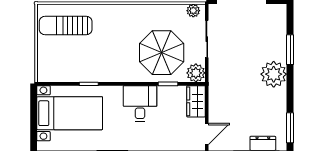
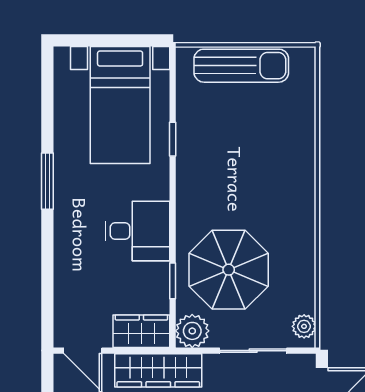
sun lounger: (66, 25) -> (241, 66), moved, turned 90
wardrobe: (218, 92) -> (158, 370), added

